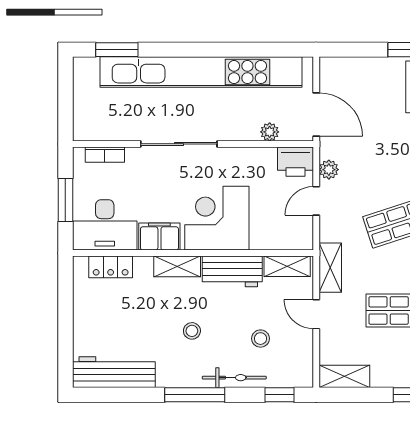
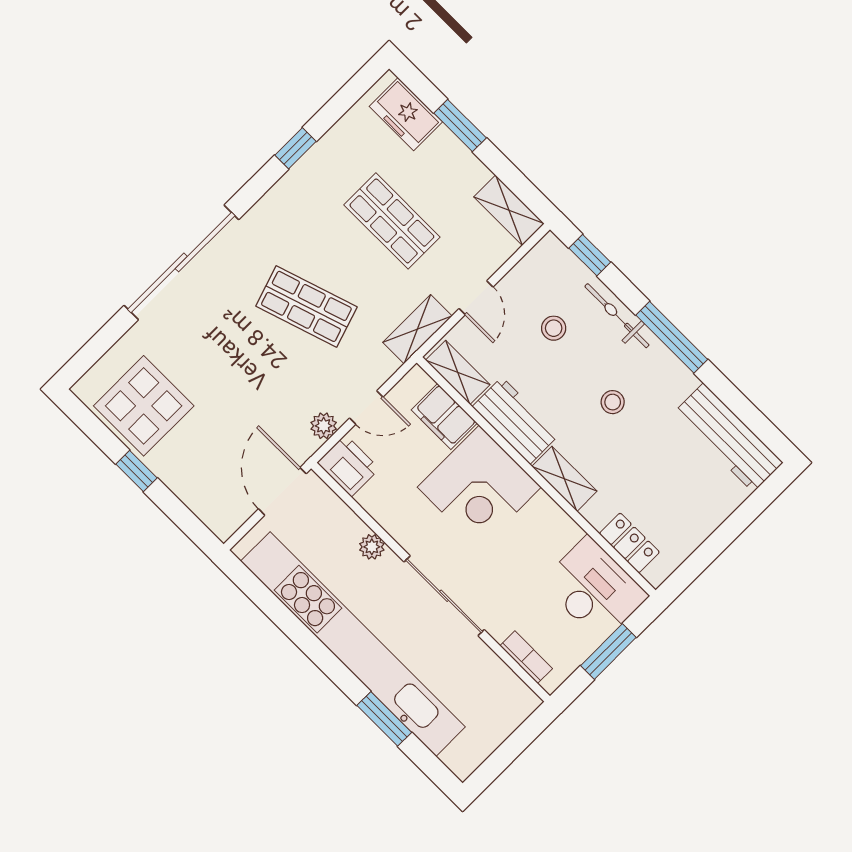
window: (117, 50) -> (384, 719), moved
plant: (270, 132) -> (372, 547), moved
filing cabinet: (159, 237) -> (444, 417), moved

